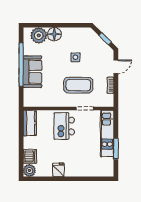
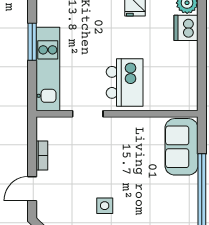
sofa: (32, 72) -> (182, 147), moved
coffee table: (78, 85) -> (99, 156), removed
kitchen counter: (30, 123) -> (186, 88), removed

